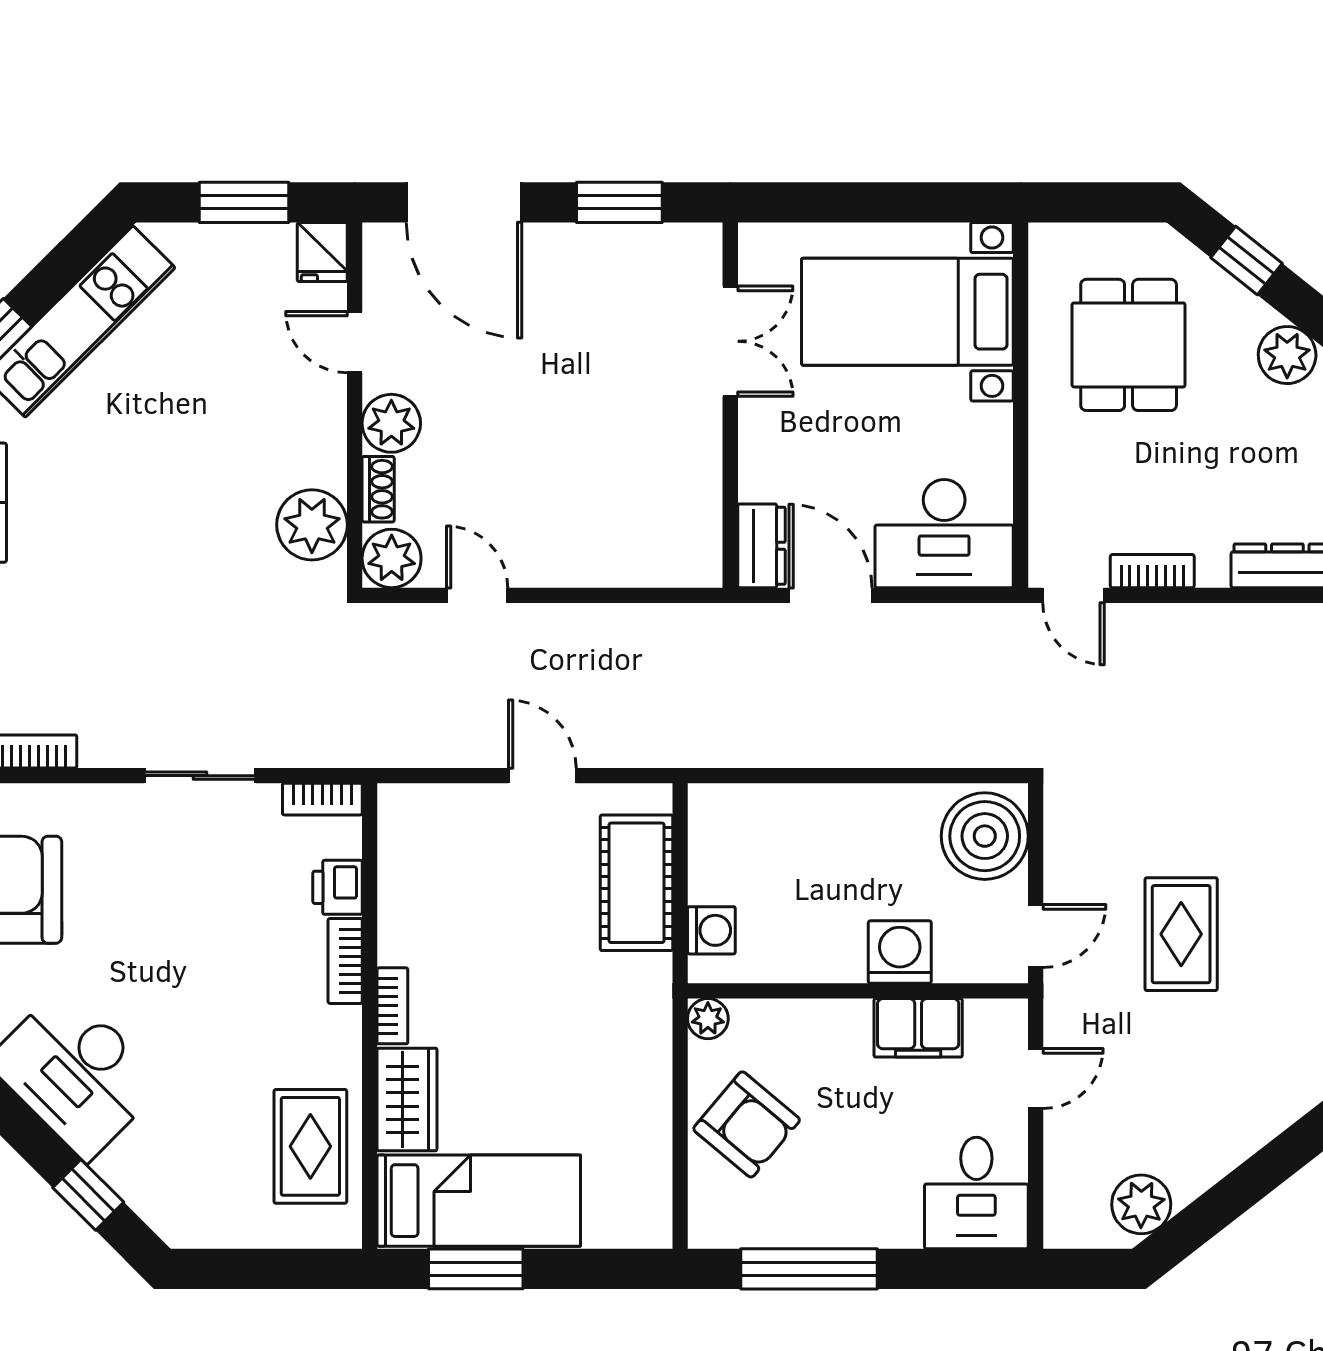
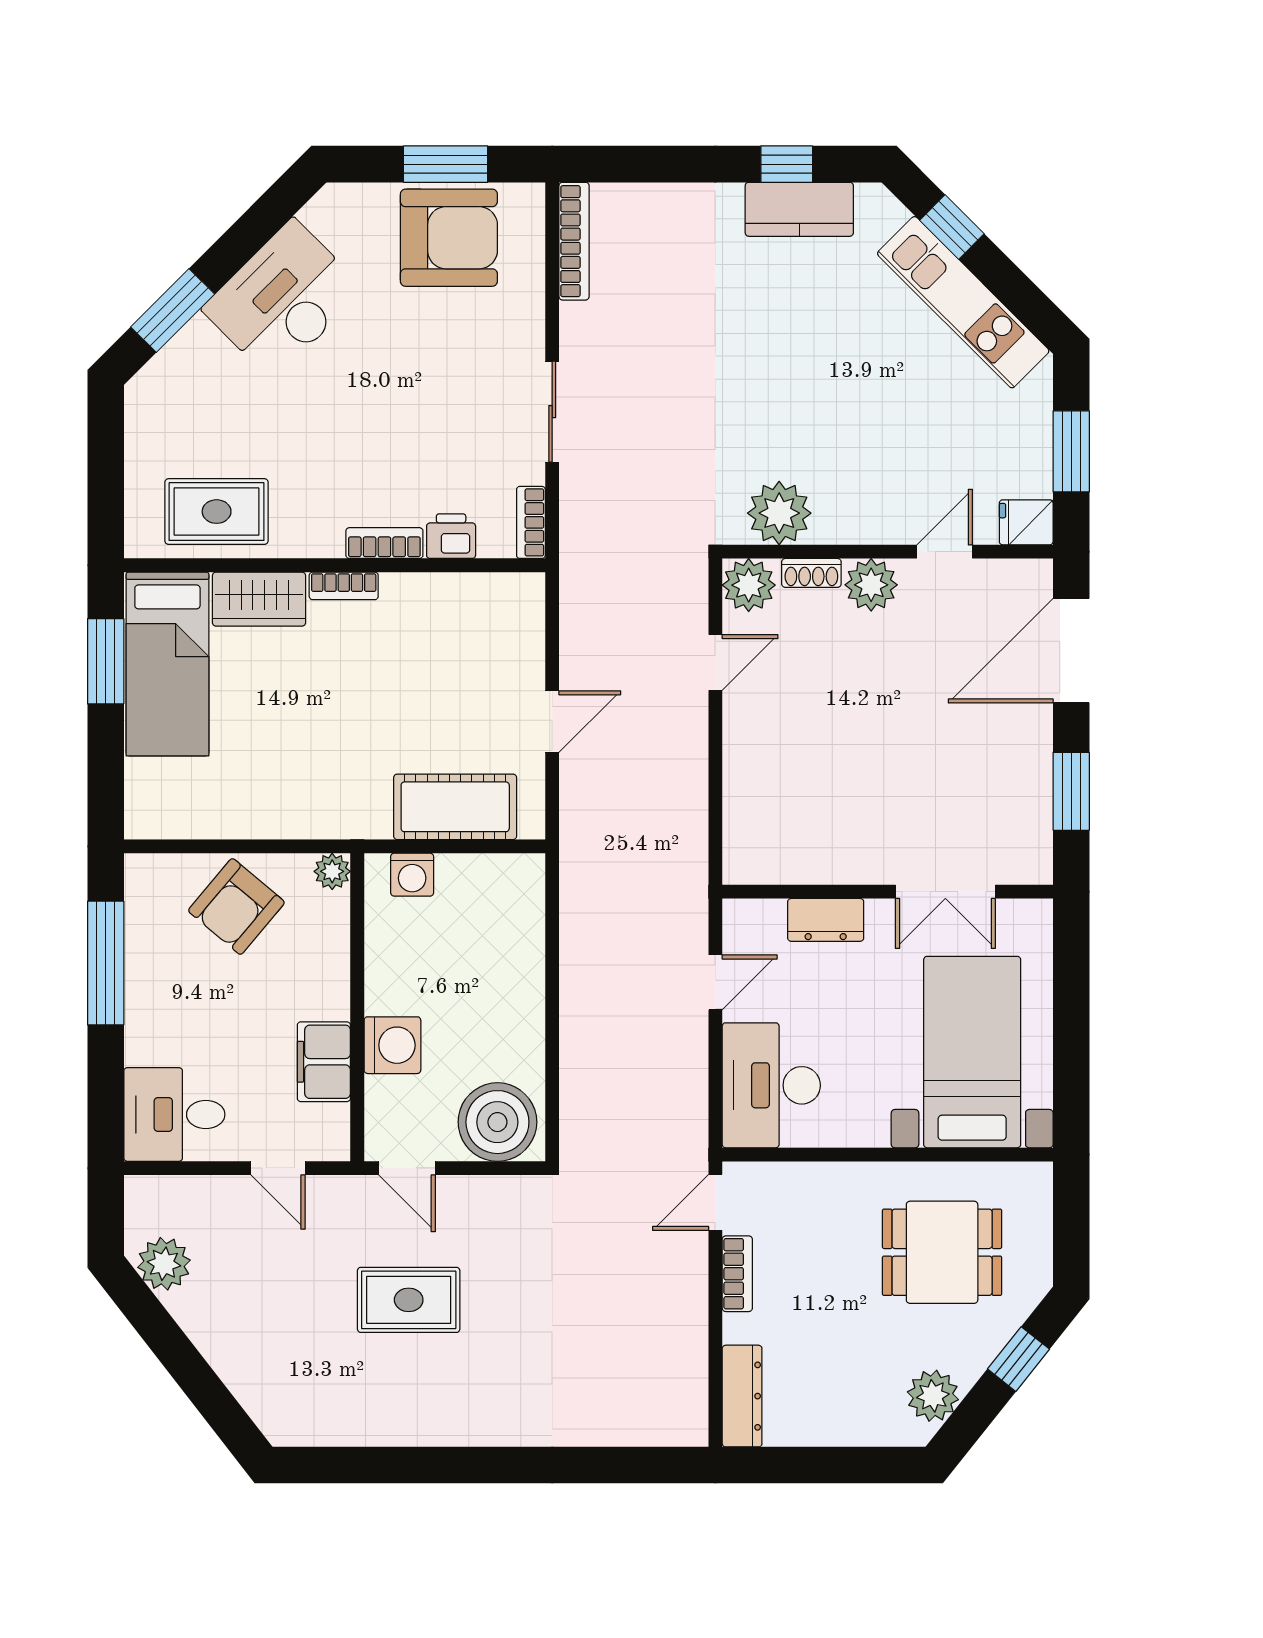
dresser: (761, 546) -> (826, 920), moved
door: (830, 595) -> (715, 982), width x0.73
window: (88, 1195) -> (173, 310), width x1.50

